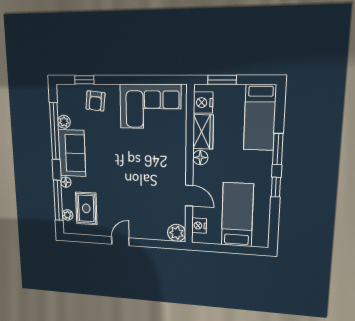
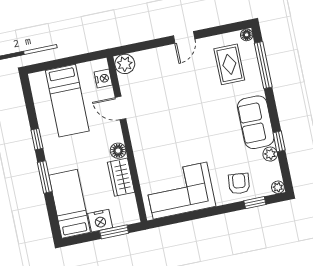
nightstand: (203, 103) -> (100, 221), moved, turned 90
window: (55, 131) -> (279, 141), width x0.32
floor lamp: (66, 182) -> (247, 35), moved
plant: (67, 215) -> (278, 187), moved

